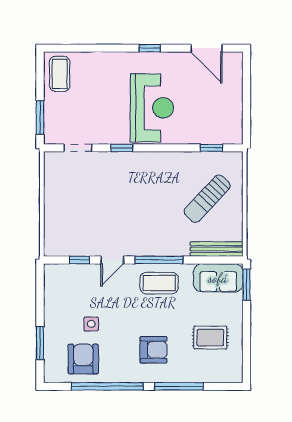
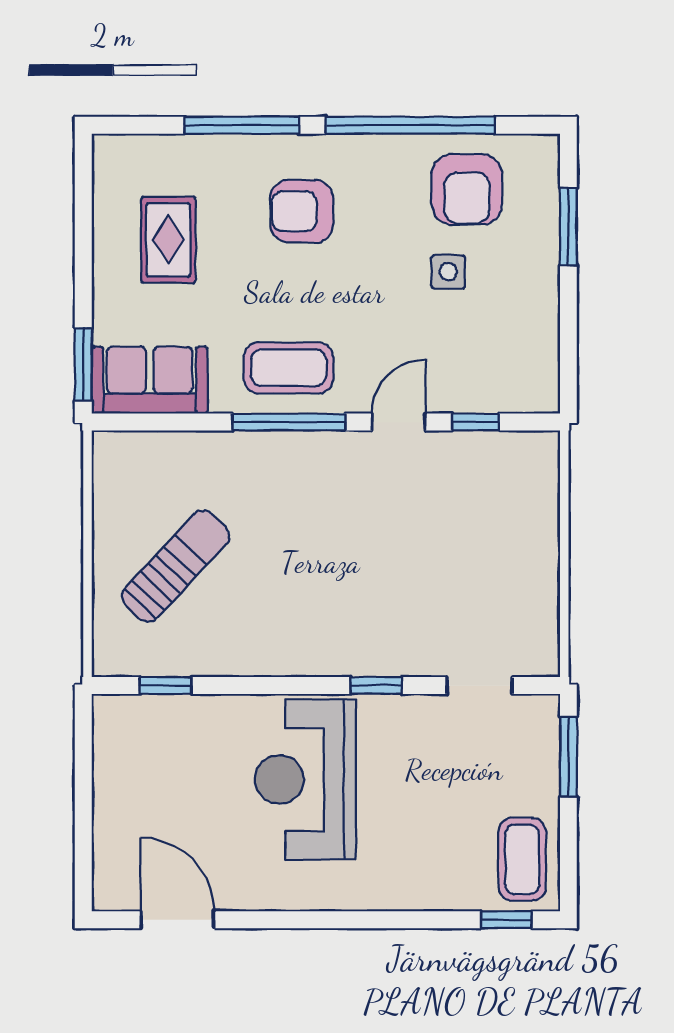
window: (150, 48) -> (506, 920), moved
bench: (217, 249) -> (154, 448), removed
rug: (210, 338) -> (168, 240), turned 90

